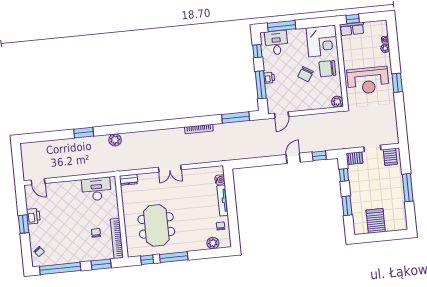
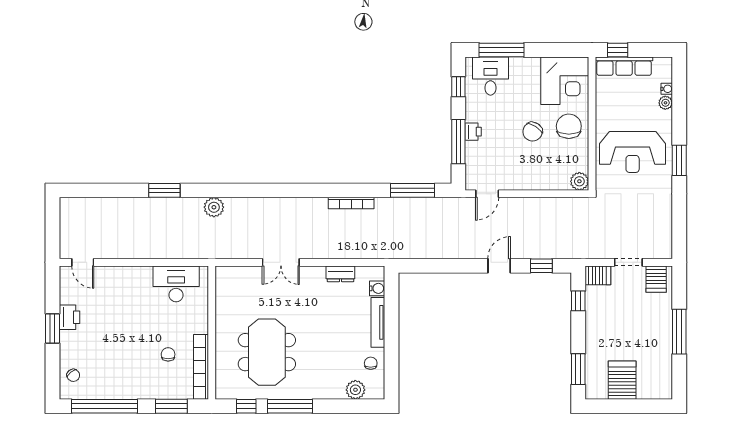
row of seats: (352, 29) -> (624, 66), width x1.48
chair: (327, 69) -> (569, 126), turned 90
double door: (170, 169) -> (281, 262), moved
dresser: (129, 180) -> (340, 274), moved
window: (347, 206) -> (578, 369), moved

